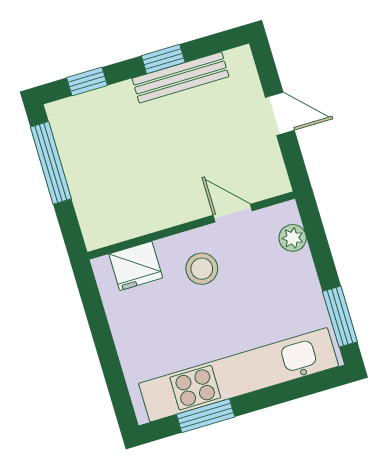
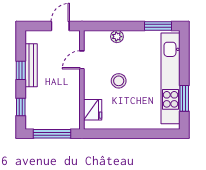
door: (233, 213) -> (82, 60), moved
wall: (191, 225) -> (82, 80), moved
fridge: (136, 266) -> (93, 110), moved

